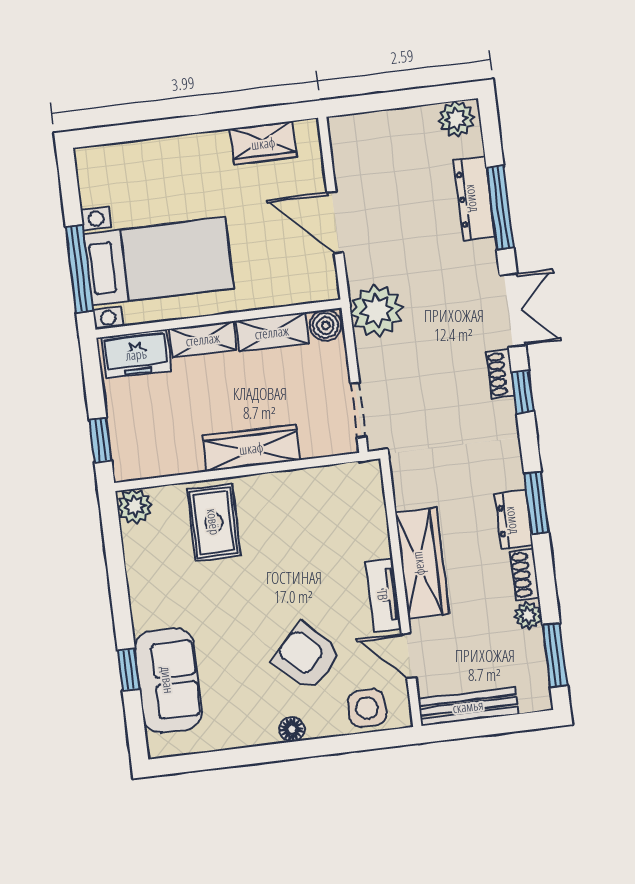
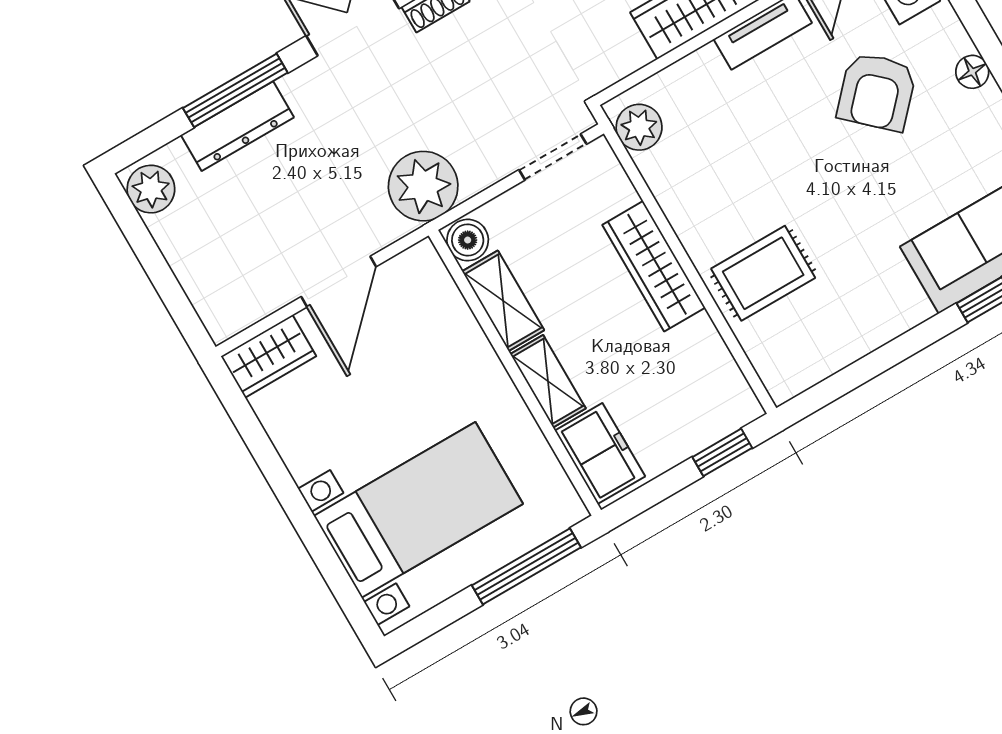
wardrobe: (263, 143) -> (269, 356), moved, turned 90
bed with nightstands: (159, 261) -> (418, 510), moved, turned 90
plant: (135, 506) -> (639, 127), moved

